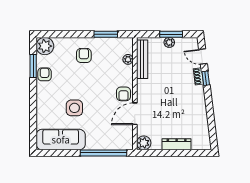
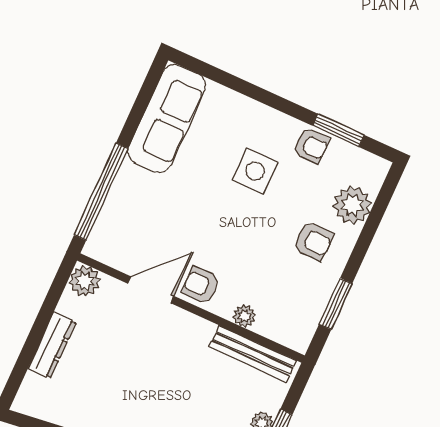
plant: (45, 46) -> (352, 205), moved
plant: (128, 59) -> (244, 316), moved
side table: (74, 108) -> (255, 171), moved
door: (135, 114) -> (151, 290), hinge flipped

